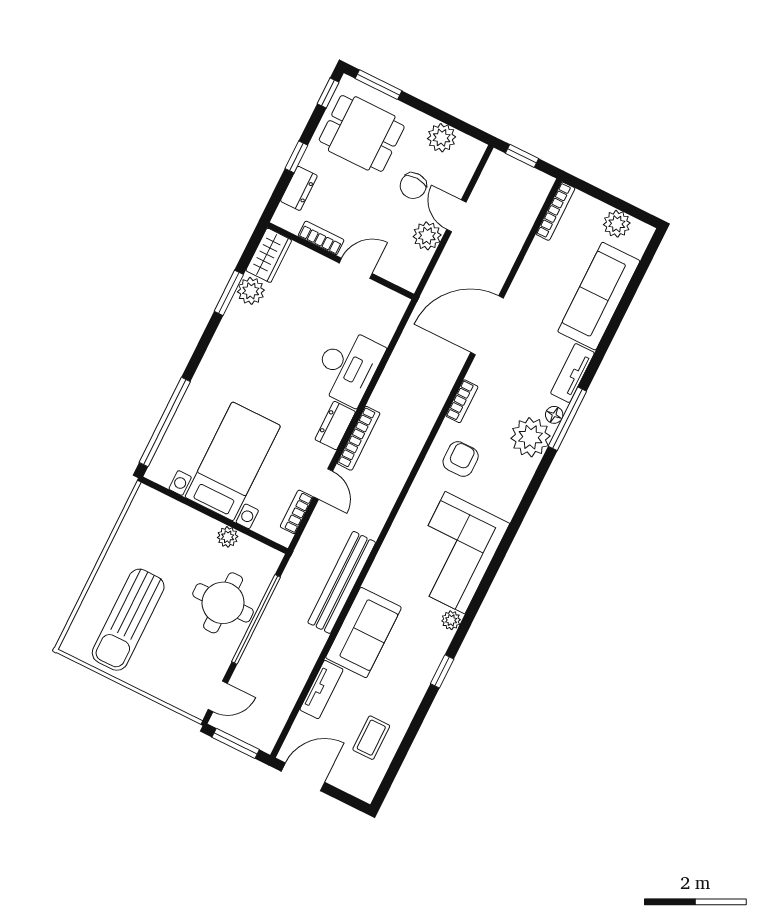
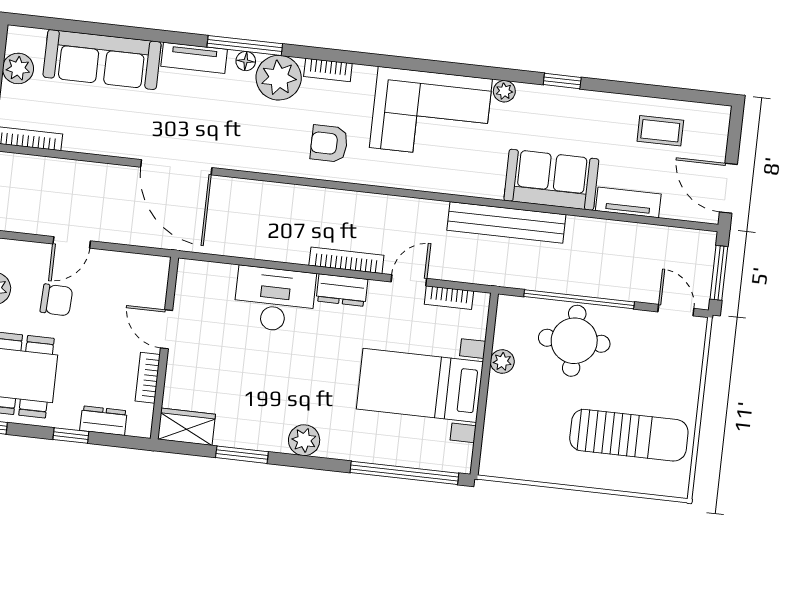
plant: (427, 236) -> (104, 266), removed
plant: (251, 291) -> (304, 440), moved
bookcase: (462, 401) -> (328, 70), moved, turned 180

